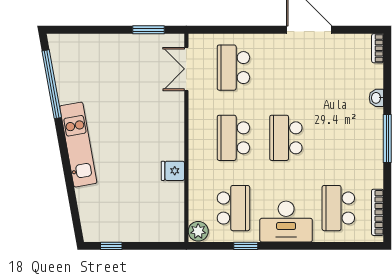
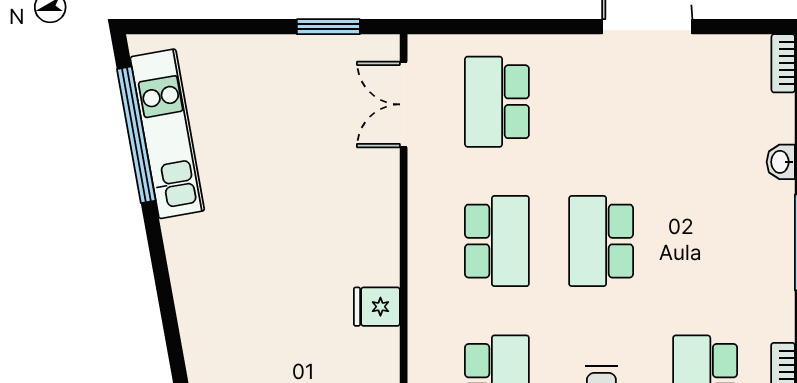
school desk: (233, 138) -> (497, 241), turned 180
kitchen unit: (78, 145) -> (167, 134), moved

